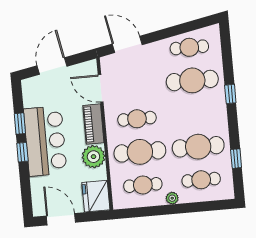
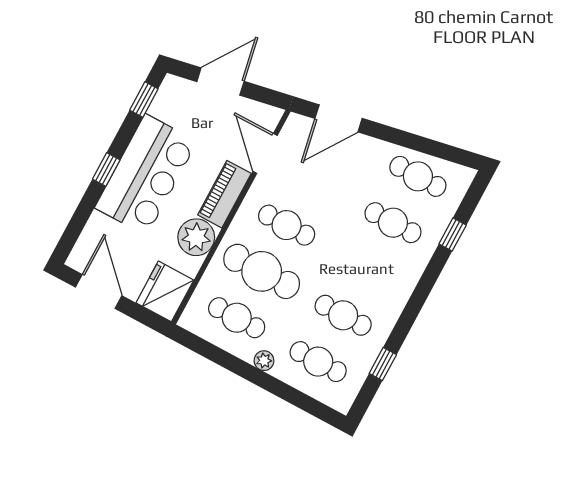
door: (127, 44) -> (339, 118), swing flipped
cafe table: (192, 80) -> (393, 223), width x0.73, depth x0.74
window: (230, 94) -> (453, 234), moved
window: (20, 124) -> (144, 100), moved
cafe table: (198, 147) -> (343, 315), width x0.73, depth x0.74

